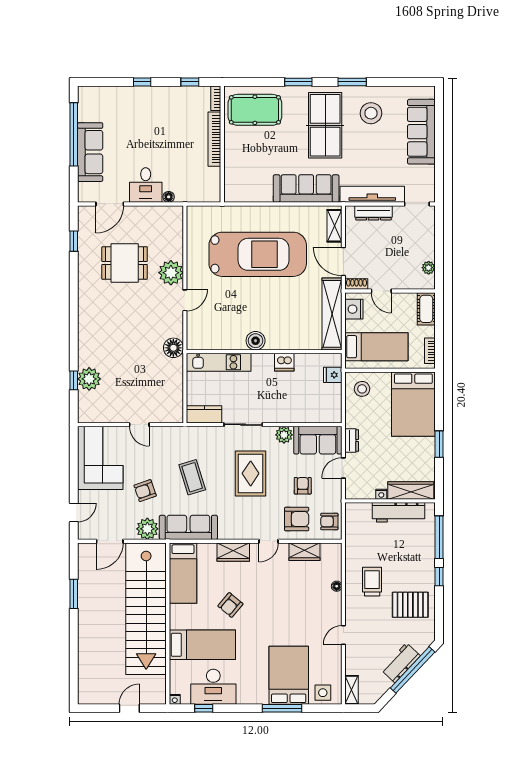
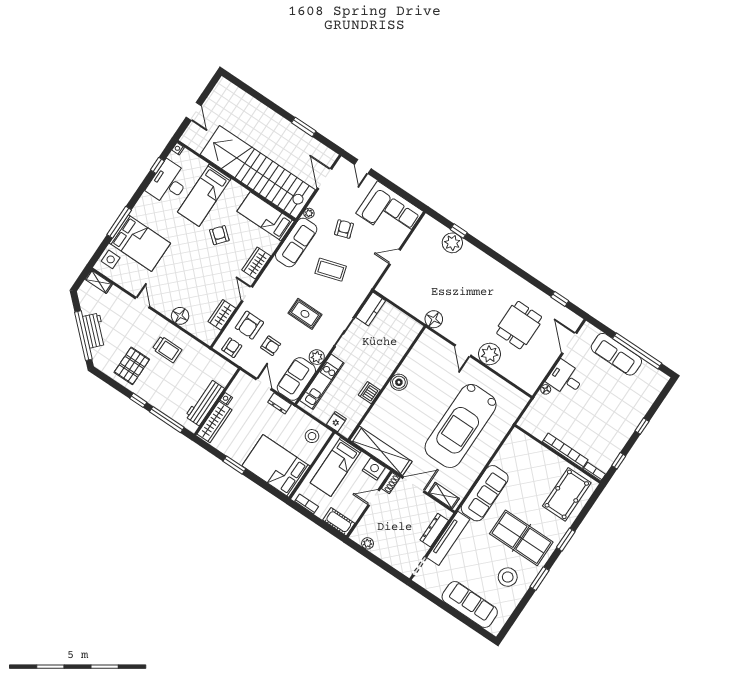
kitchen unit: (219, 362) -> (322, 382), moved, turned 180
rug: (251, 473) -> (305, 314), width x0.73, depth x0.70
plant: (147, 529) -> (309, 213), width x0.53, depth x0.53
floor lamp: (337, 586) -> (180, 316), width x1.89, depth x1.89

